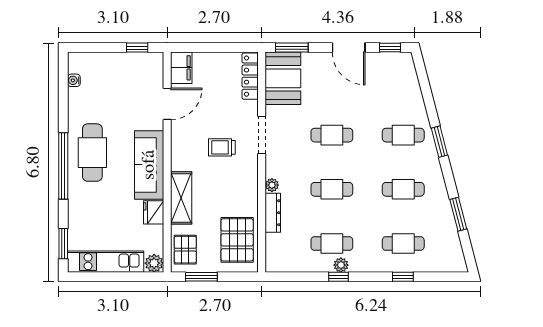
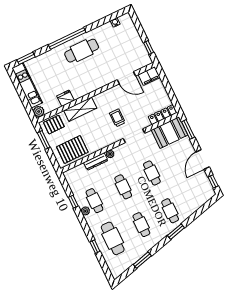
sofa: (149, 165) -> (89, 84), removed
cafe table: (403, 243) -> (113, 238), width x1.37, depth x1.35
window: (339, 277) -> (73, 202), moved

